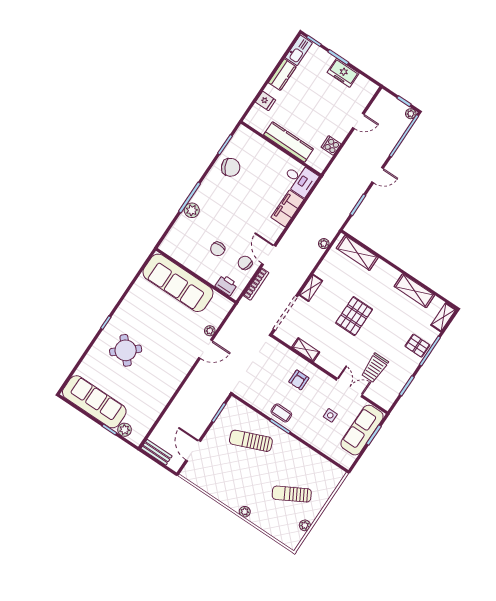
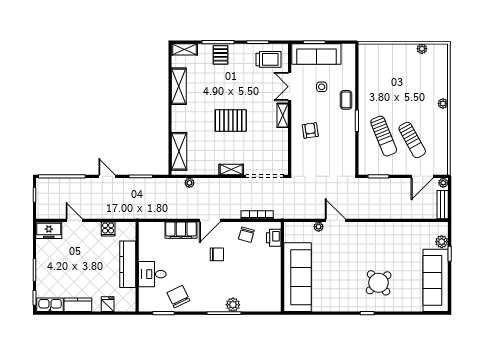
freezer: (343, 73) -> (49, 230), moved, turned 90
plant: (411, 114) -> (443, 183), moved
desk: (300, 179) -> (152, 274), moved, turned -90
chair: (218, 249) -> (217, 254), moved
door: (269, 255) -> (210, 220), moved
shelving: (306, 350) -> (283, 115), moved
trolley: (375, 368) -> (268, 59), moved
armchair: (299, 380) -> (310, 130), turned -98
coffee table: (281, 413) -> (346, 100), moved
sun lounger: (292, 494) -> (412, 140), moved

